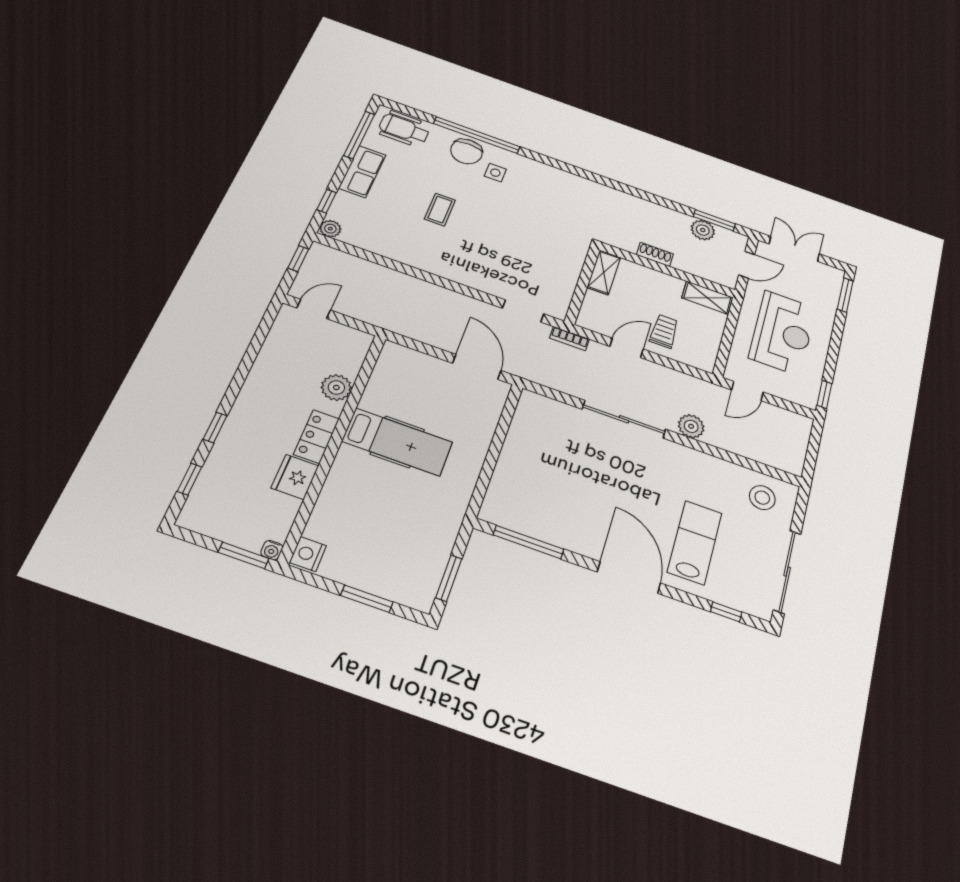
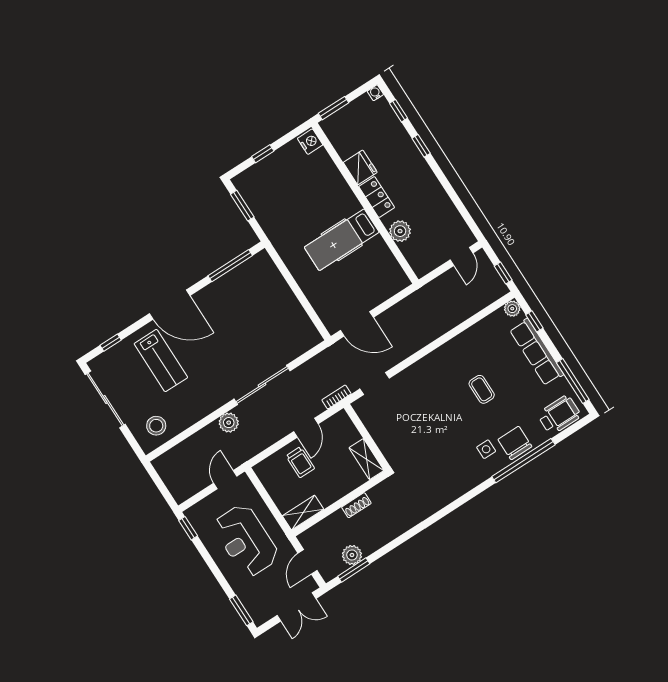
row of seats: (362, 172) -> (537, 352), width x1.48
water cooler: (272, 550) -> (375, 93), moved
window: (367, 599) -> (263, 154), width x0.67

